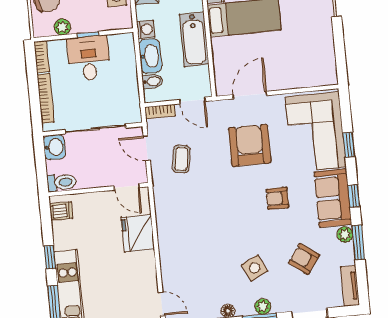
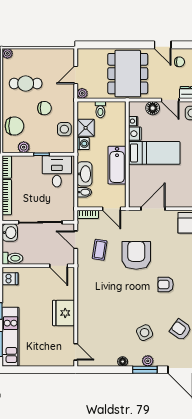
washing machine: (146, 29) -> (83, 144), moved
desk: (89, 58) -> (57, 171), moved
armchair: (250, 145) -> (136, 255), moved
fridge: (138, 233) -> (63, 313), moved

